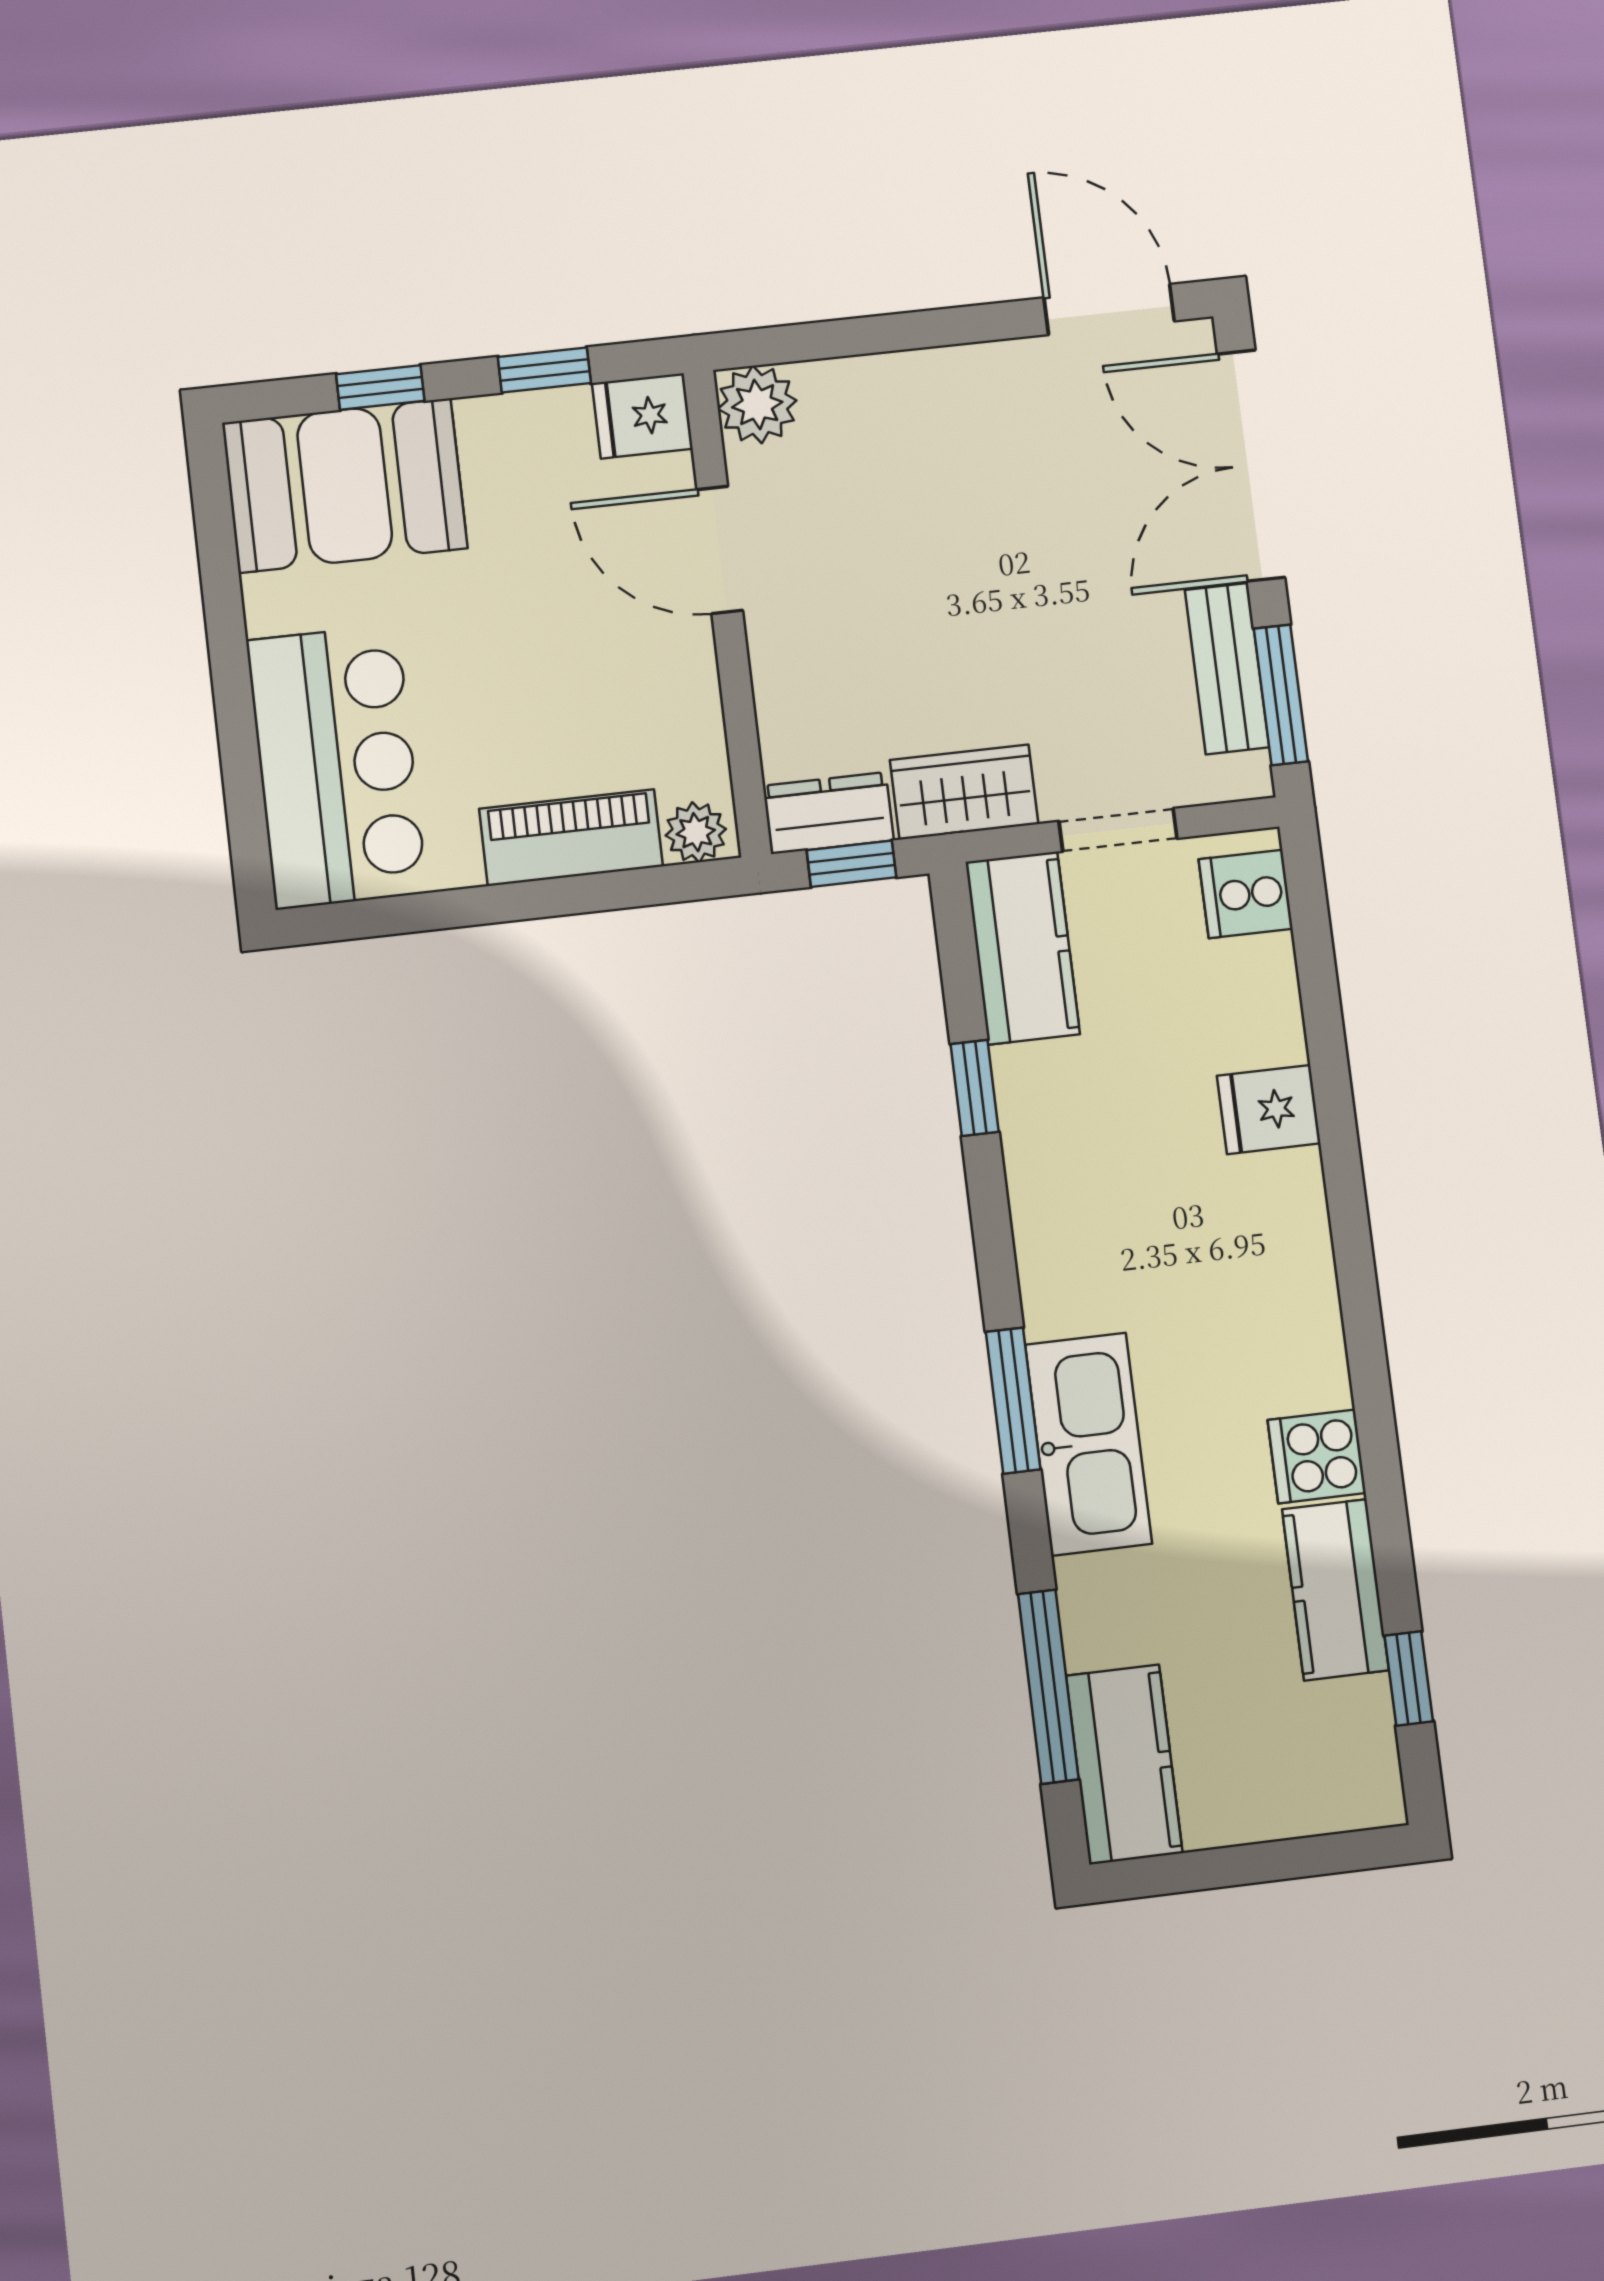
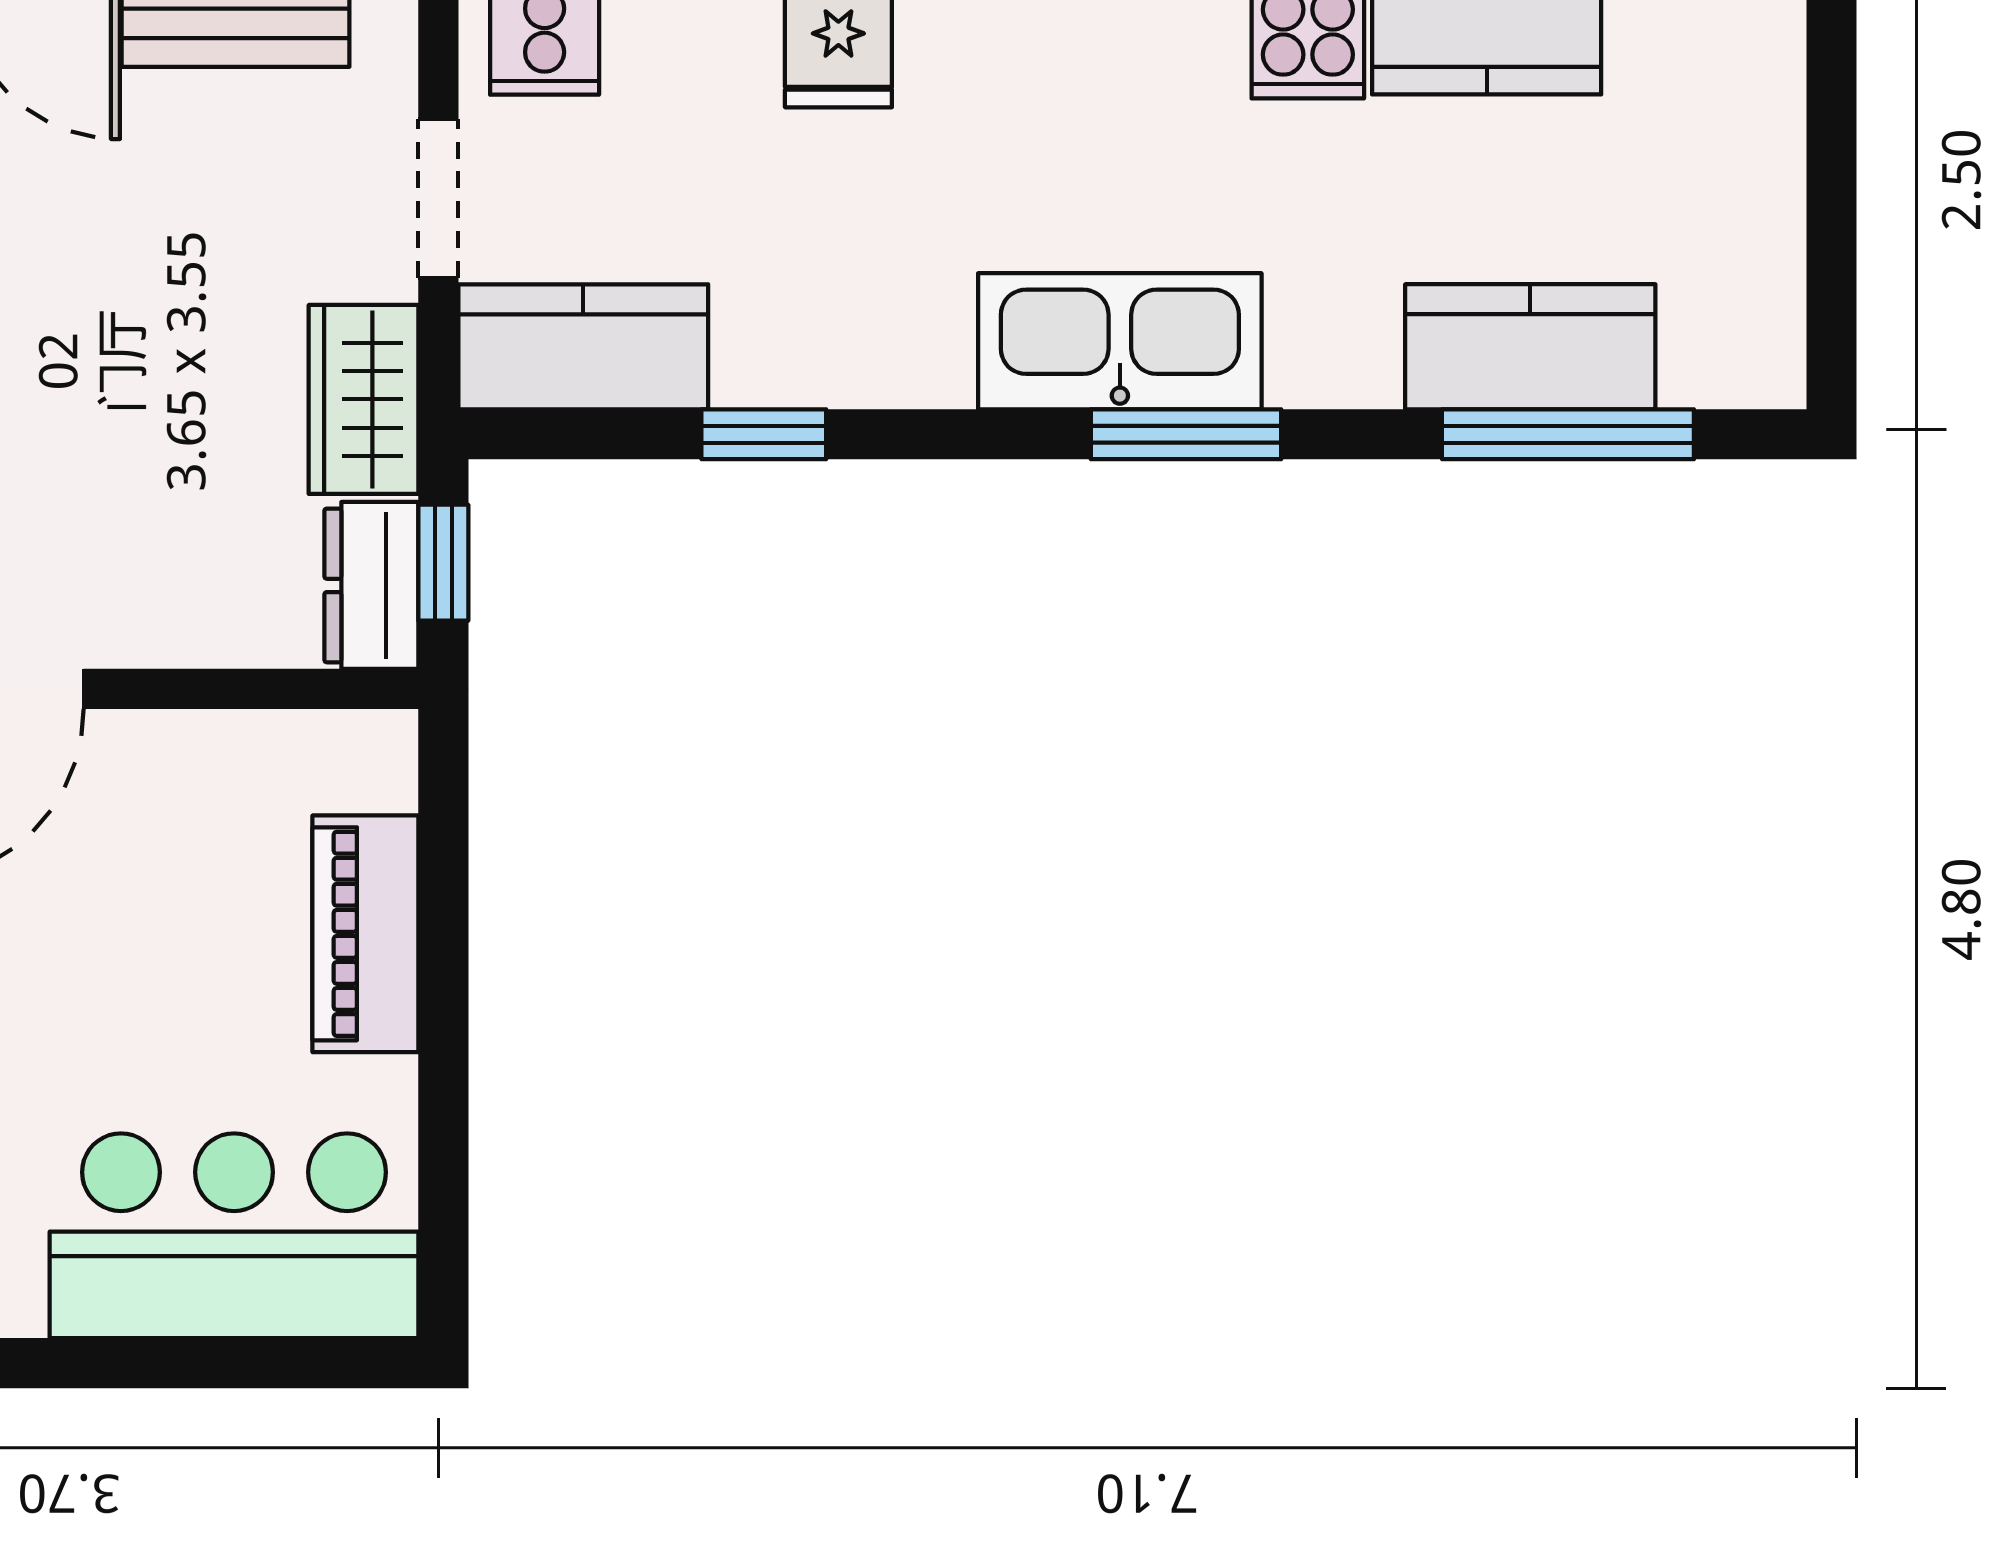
plant: (696, 832) -> (377, 766), removed
kitchen sink: (1088, 1444) -> (1120, 341), moved
kitchen counter: (1124, 1764) -> (1530, 347), moved

